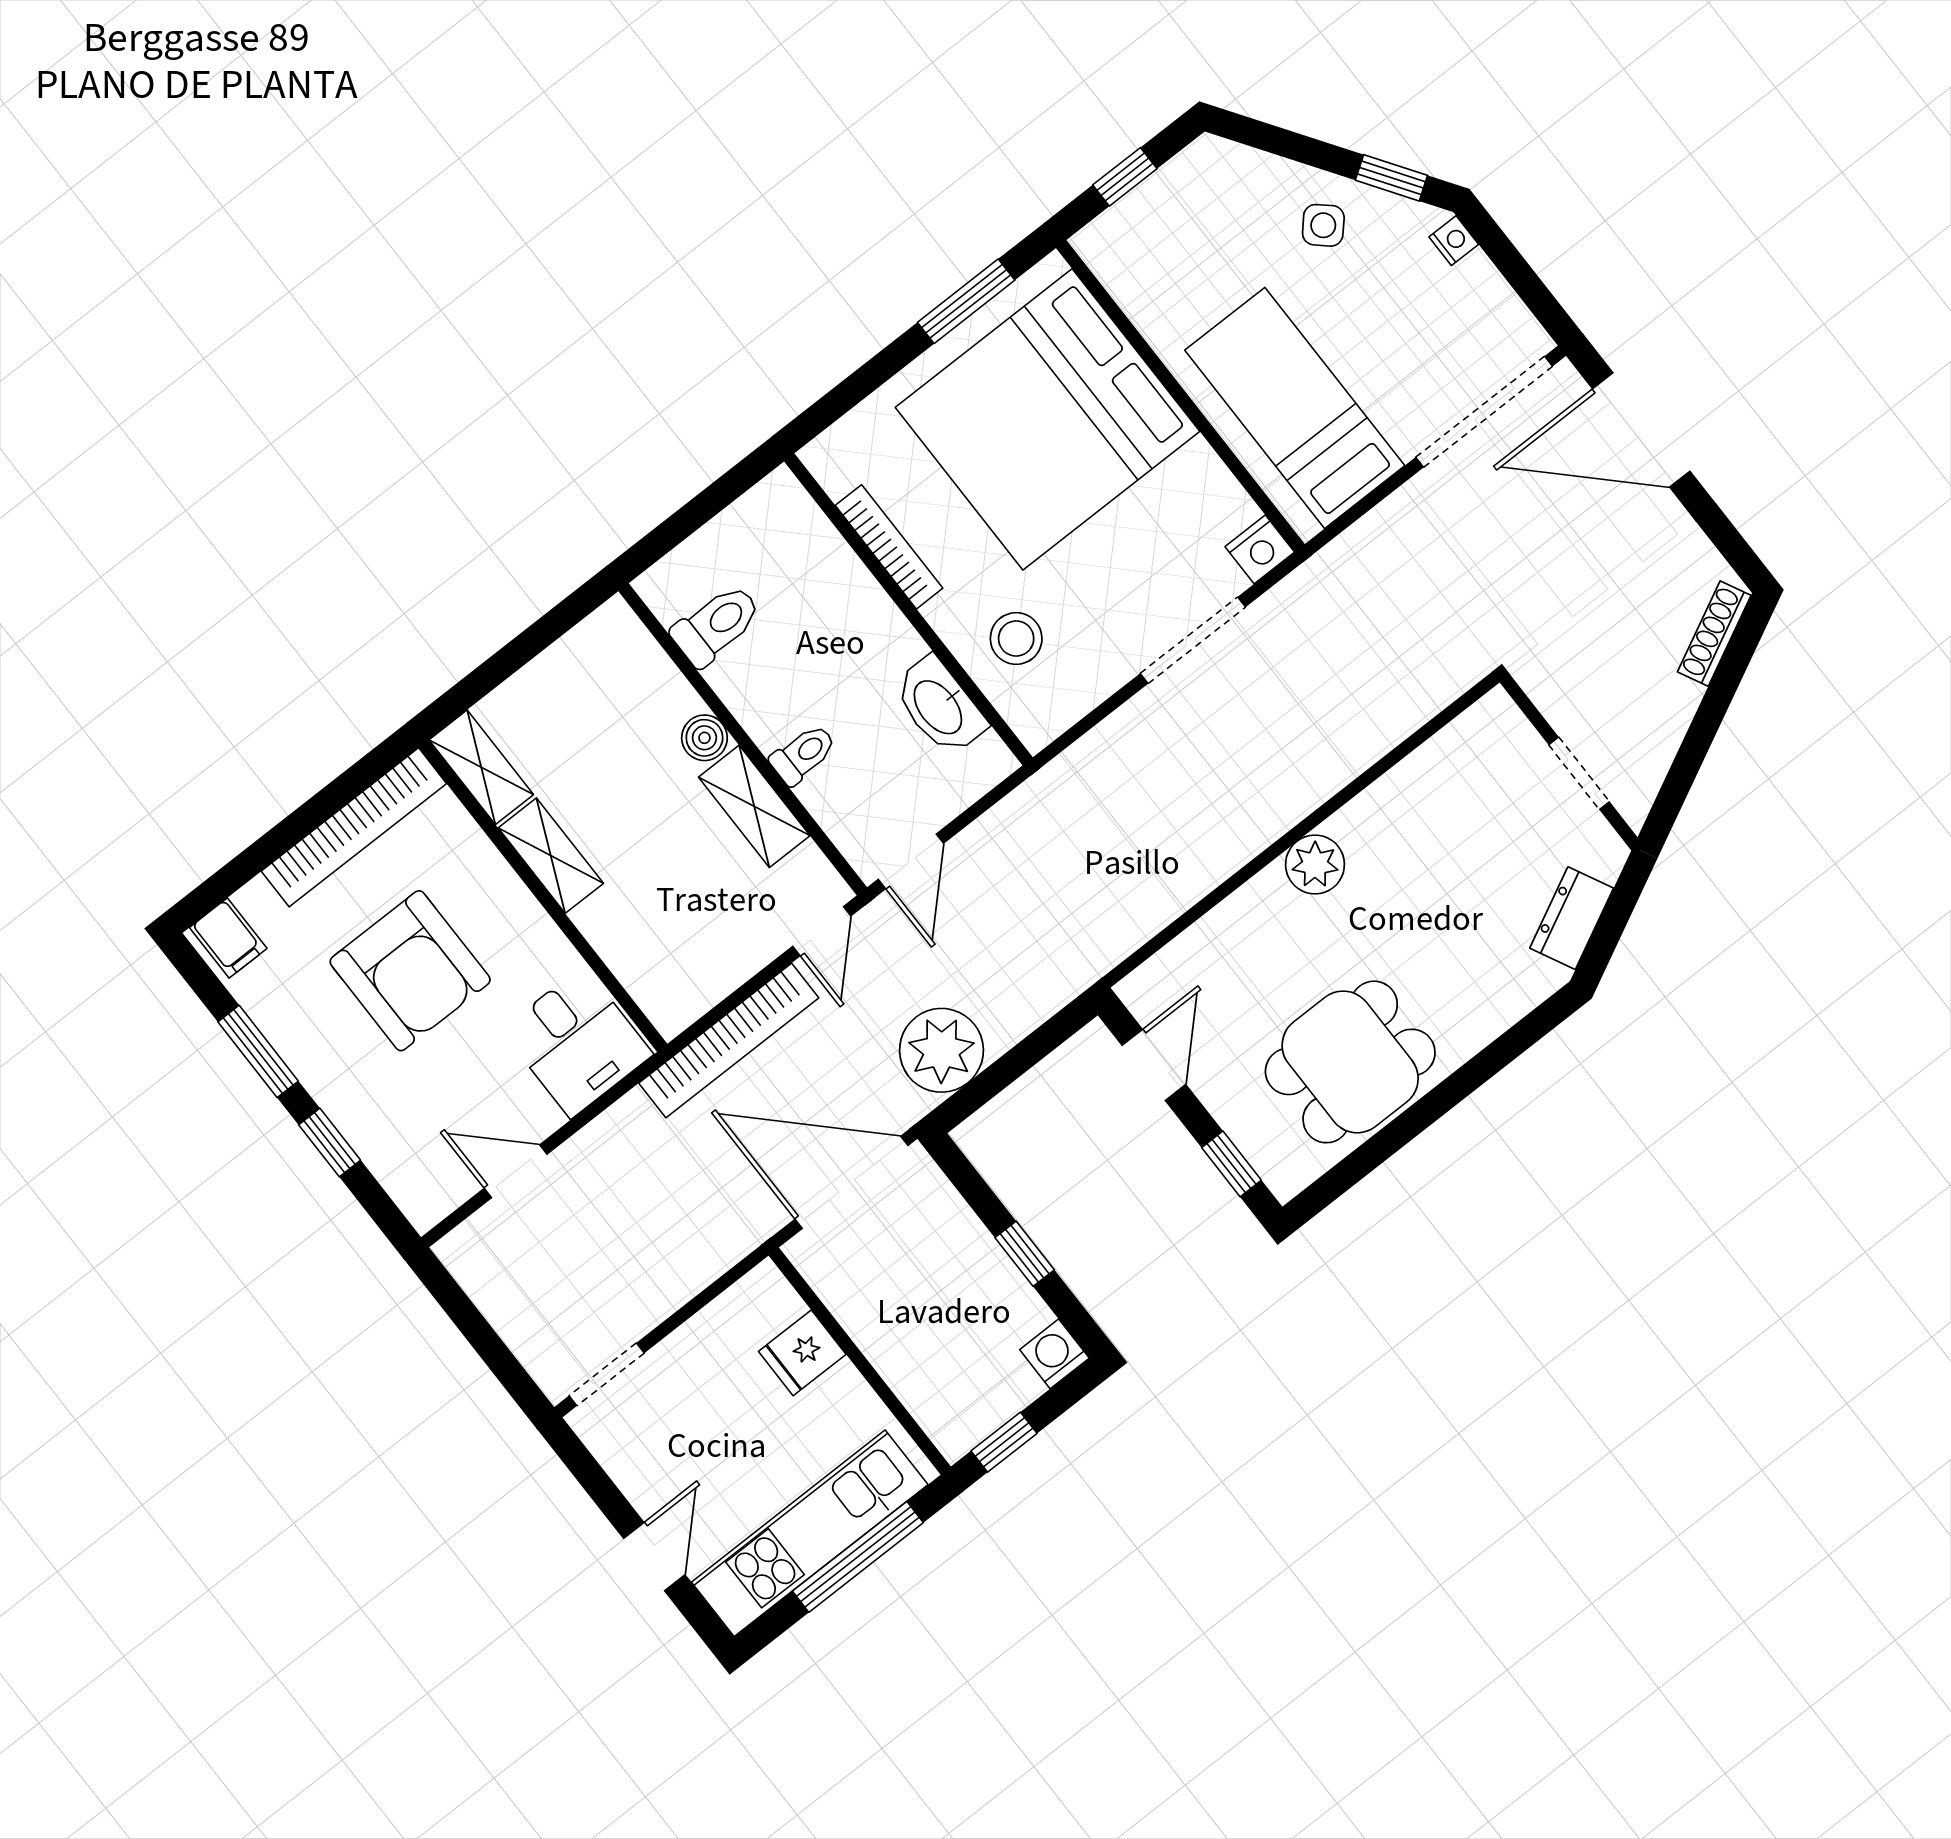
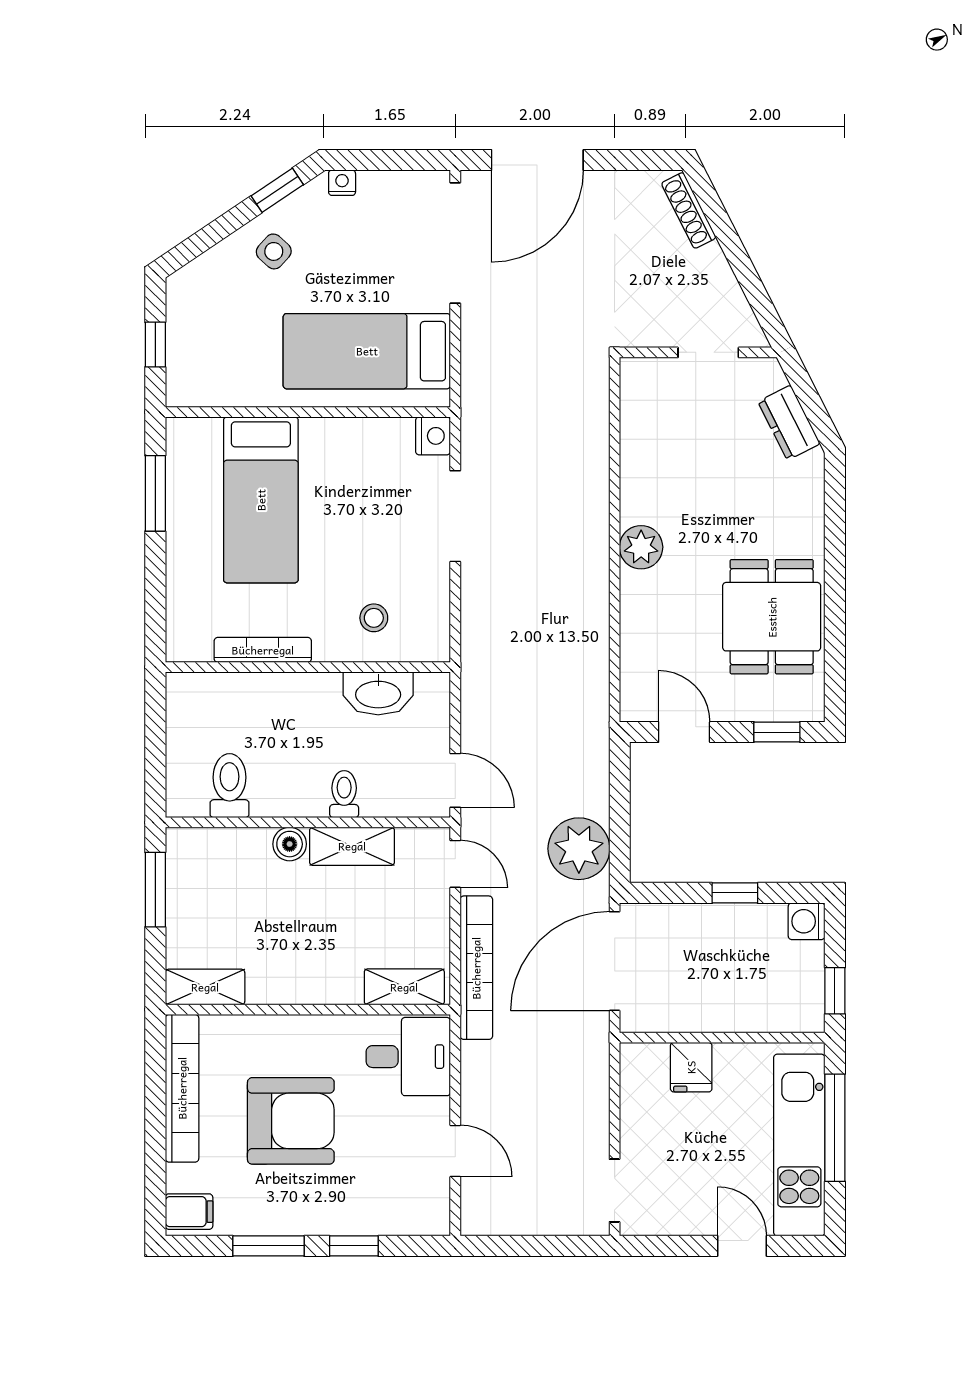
bed: (1047, 419) -> (261, 500), width x0.49
window: (544, 633) -> (155, 890), added
stool: (1016, 638) -> (374, 618), width x0.73, depth x0.73
shelving: (551, 856) -> (404, 987), moved
door: (516, 1171) -> (455, 1151), swing flipped

